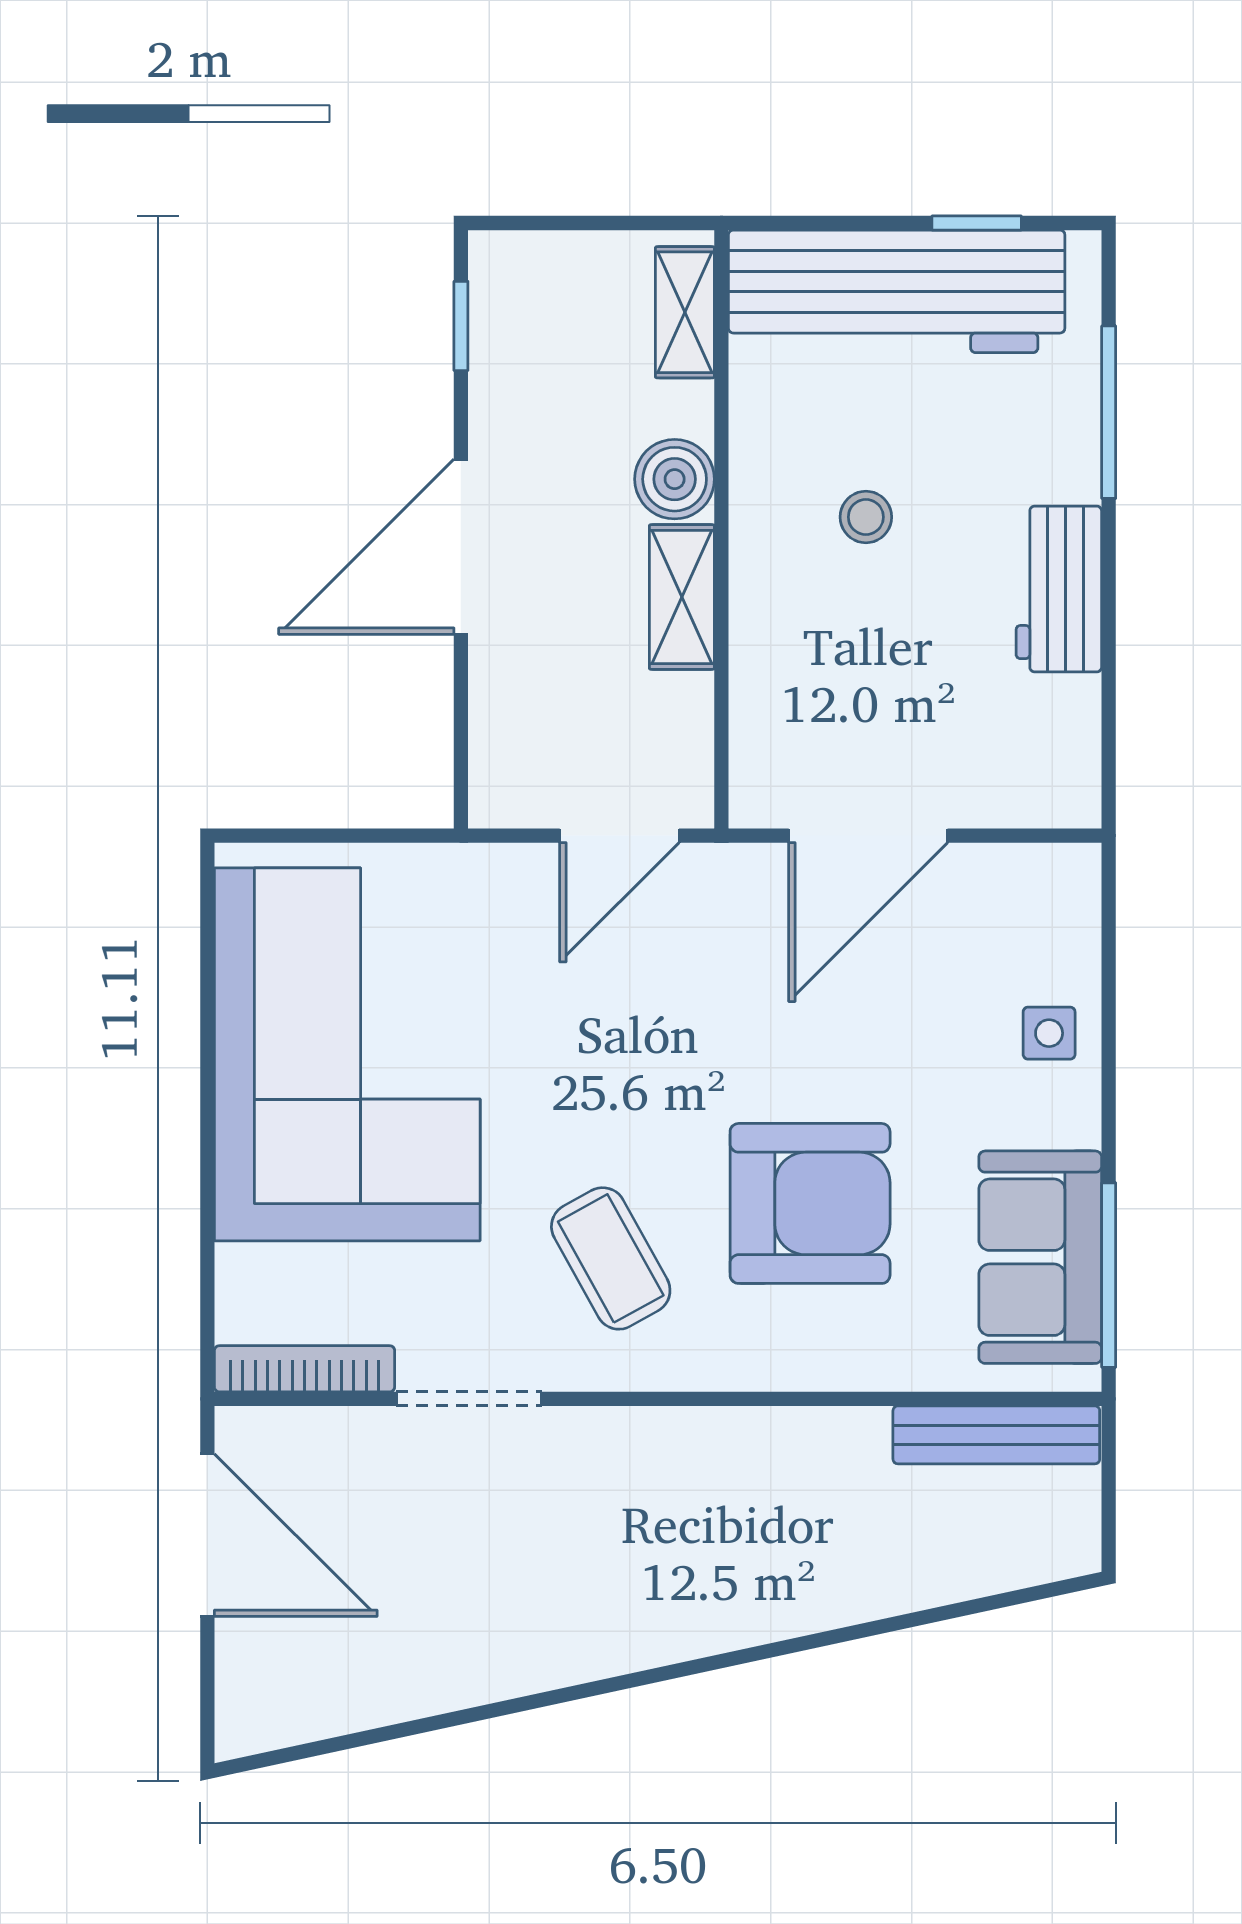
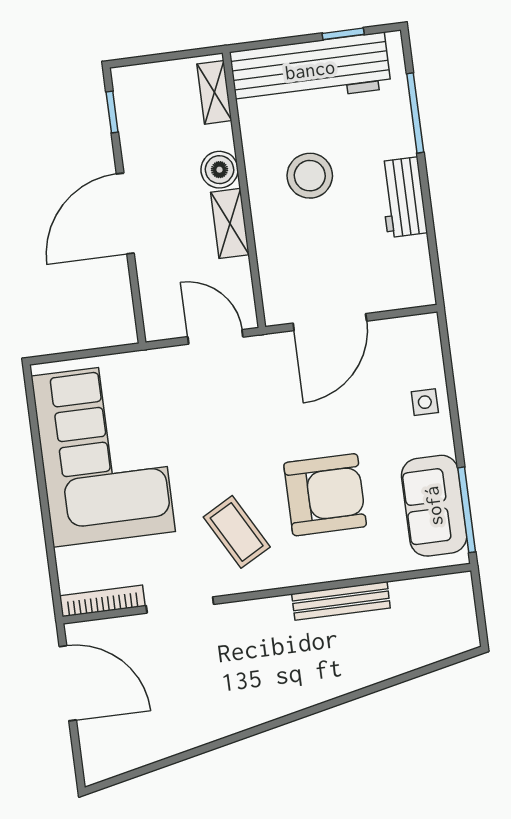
stool: (866, 517) -> (310, 176), width x1.89, depth x1.89
door: (619, 836) -> (215, 337), swing flipped
bench: (996, 1435) -> (341, 601), moved

